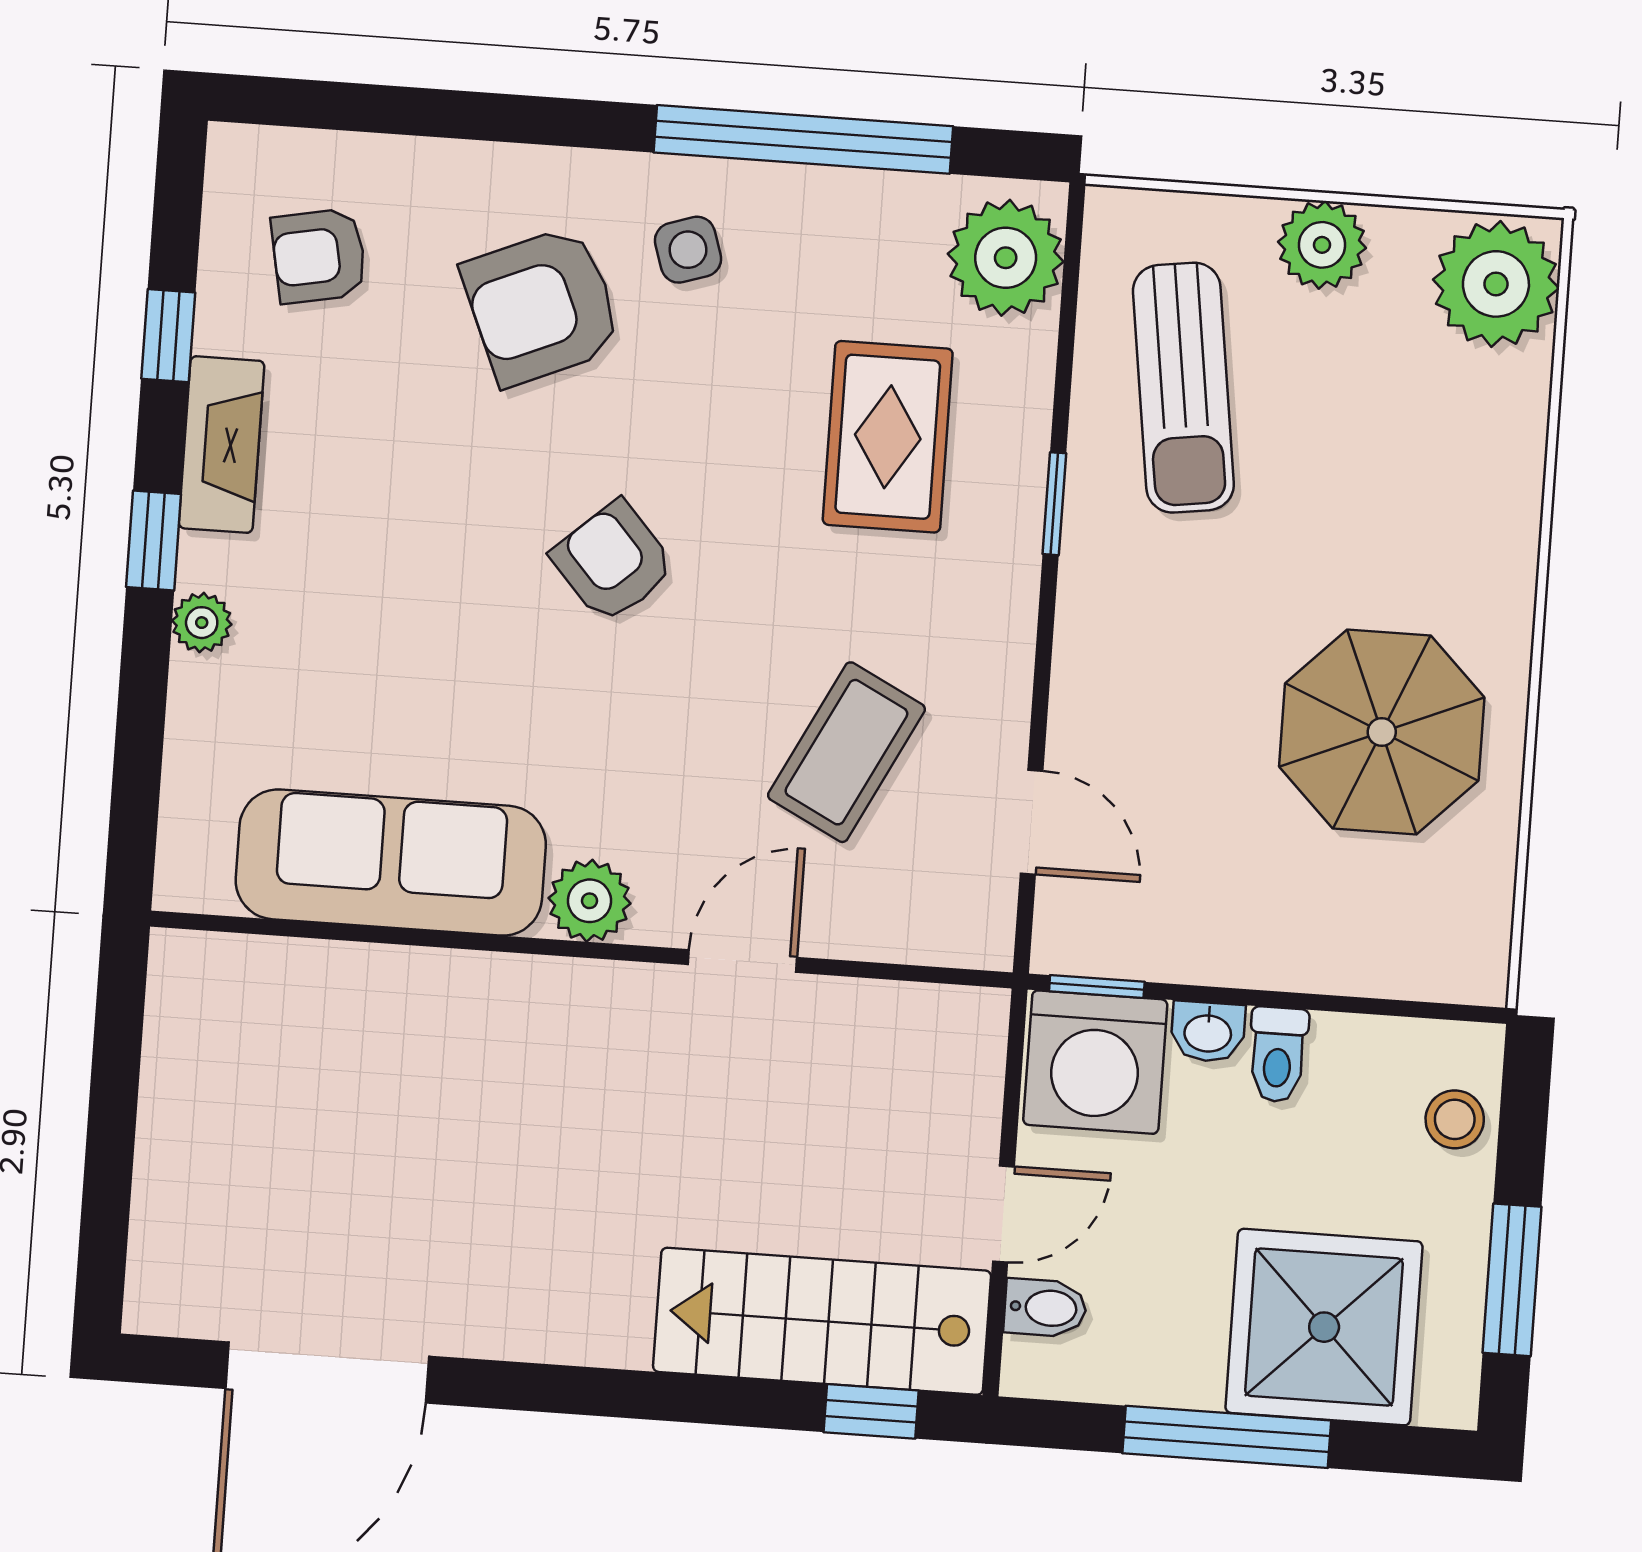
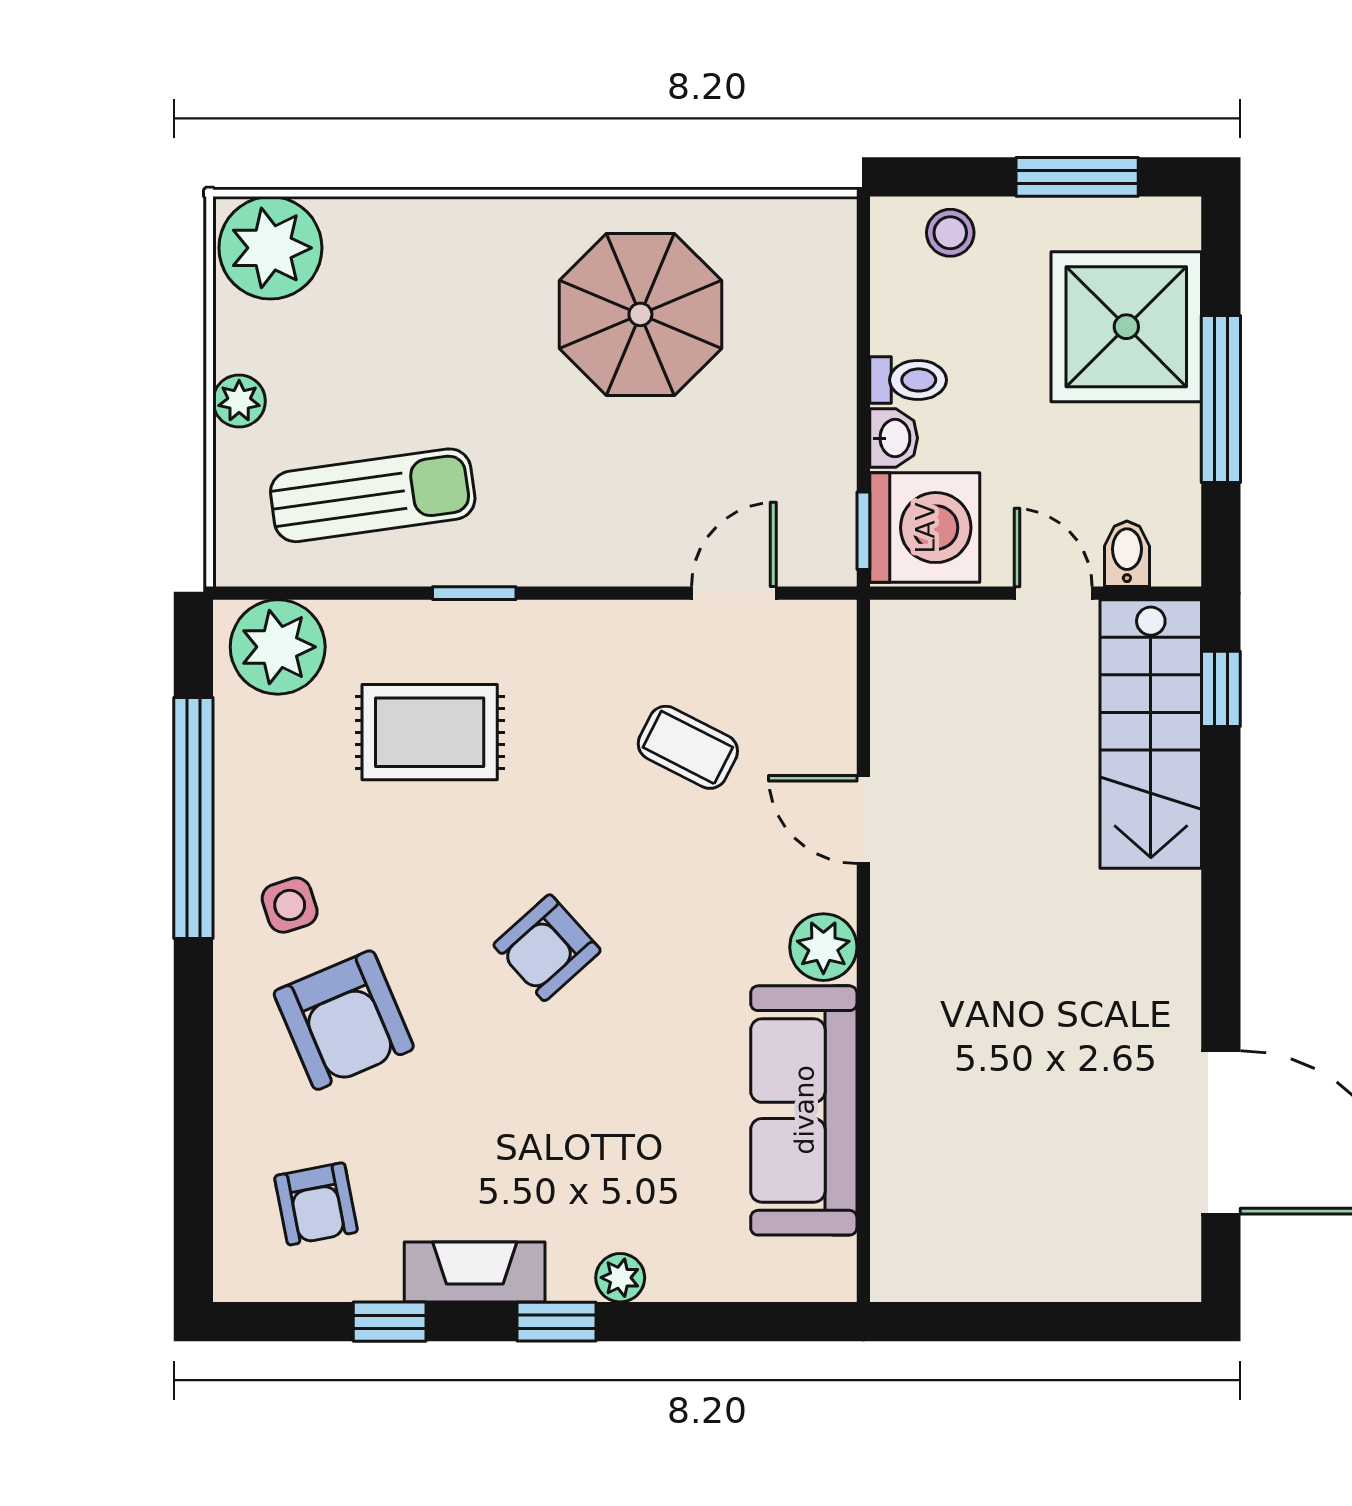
plant: (1322, 245) -> (239, 401), width x0.73, depth x0.73
coffee table: (846, 752) -> (688, 747), width x0.73, depth x0.77

